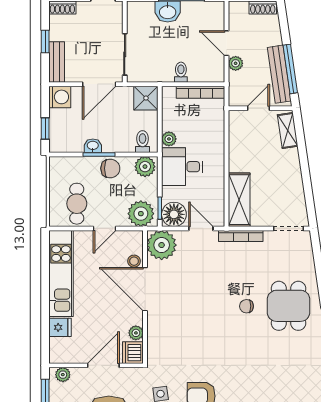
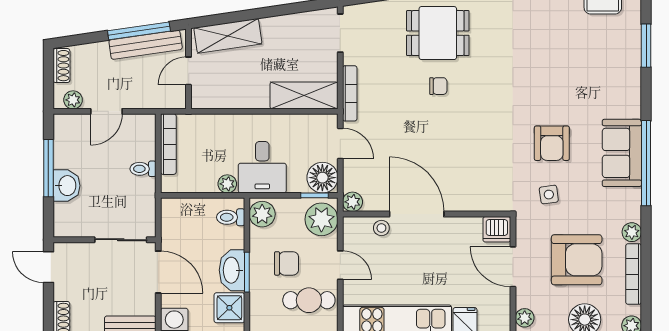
plant: (236, 63) -> (73, 100), moved
shower: (146, 98) -> (229, 308), moved
door: (258, 108) -> (189, 71), hinge flipped
shelving: (288, 131) -> (228, 36), width x1.50, depth x1.33
washbasin: (93, 146) -> (232, 270), width x1.91, depth x1.45
chair: (110, 168) -> (287, 263), moved, turned 90
door: (201, 228) -> (340, 143), swing flipped
plant: (162, 245) -> (352, 202), width x0.53, depth x0.53
door: (145, 289) -> (417, 214), swing flipped
chair: (246, 306) -> (438, 86), turned -90
plant: (136, 333) -> (472, 226), removed

